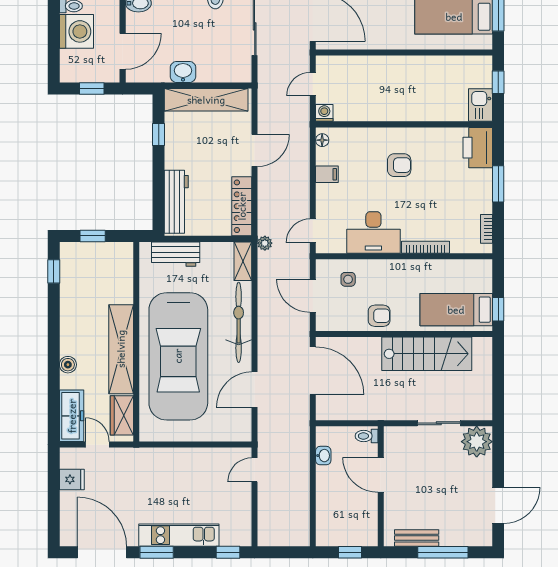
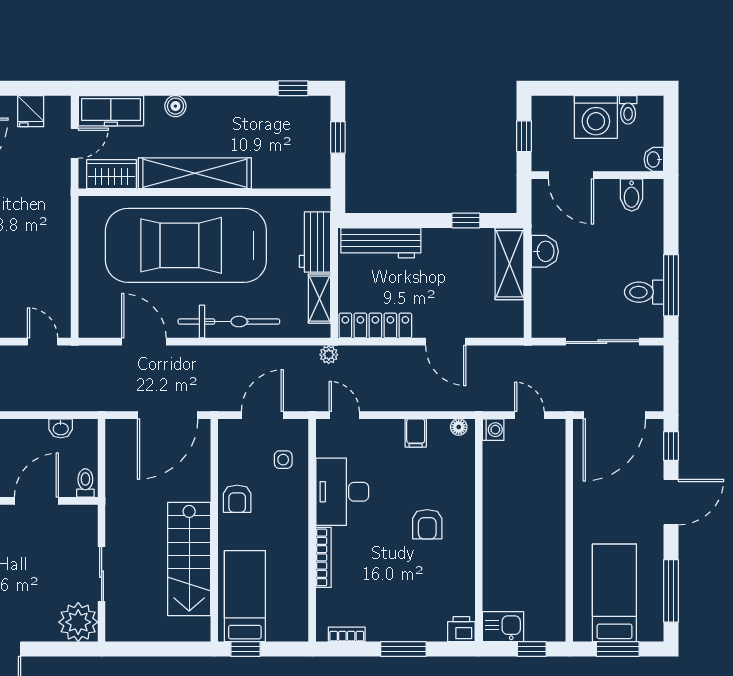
shelving: (206, 100) -> (510, 264), width x0.68
printer: (478, 148) -> (461, 629), width x0.53, depth x0.68
shelving: (243, 261) -> (320, 299), moved, turned 90

